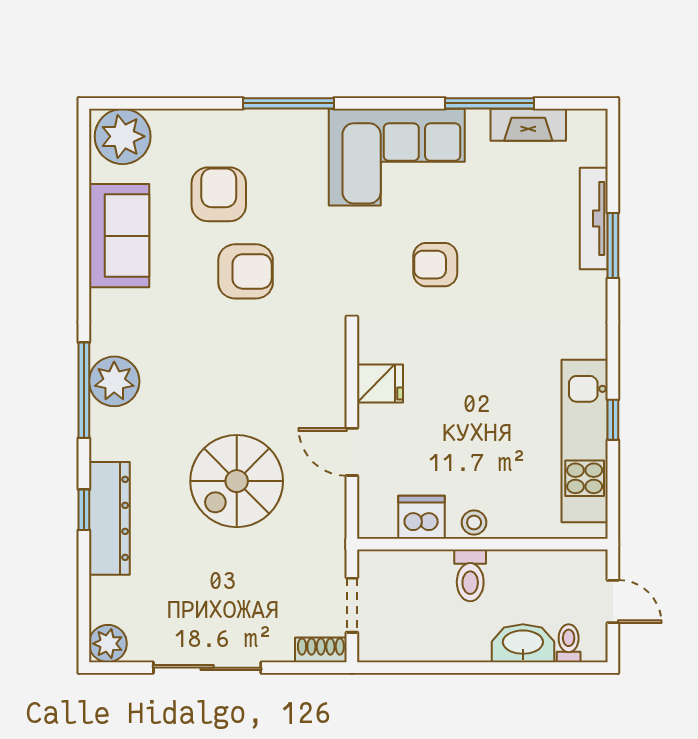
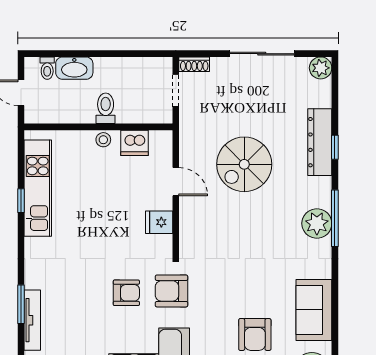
armchair: (246, 271) -> (172, 291), moved
spiral stairs: (237, 481) -> (244, 164), turned 180

